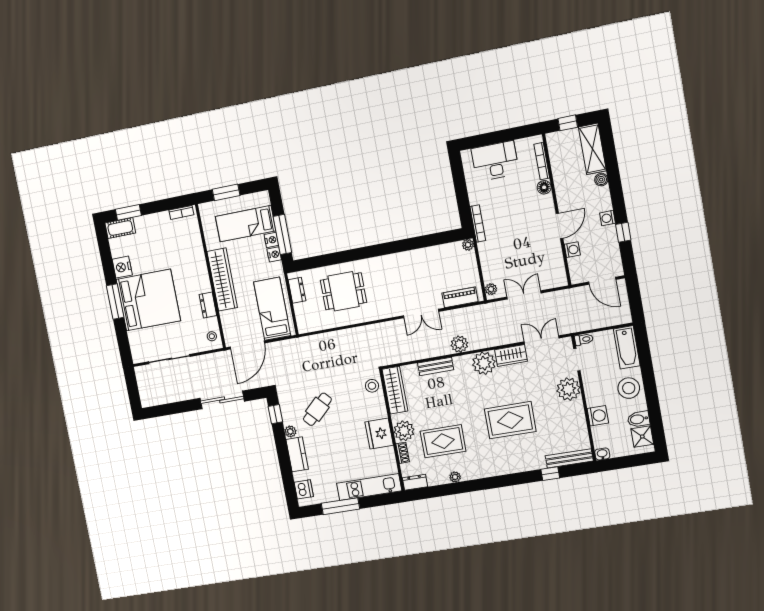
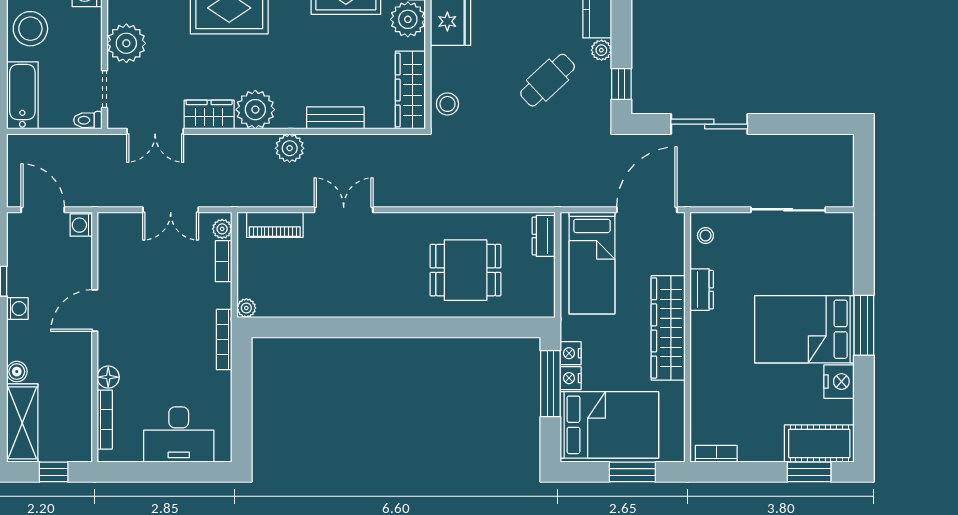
bed: (246, 224) -> (609, 425), width x1.50
cot: (120, 228) -> (819, 444), width x1.37, depth x1.34
washing machine: (572, 250) -> (81, 225), moved
bookcase: (487, 270) -> (224, 261), added
dresser: (297, 290) -> (544, 236), moved
bed: (148, 300) -> (804, 329), width x0.73

